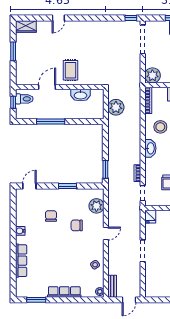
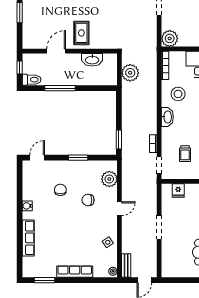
toilet: (24, 99) -> (32, 80), moved
fridge: (150, 217) -> (178, 191), moved

